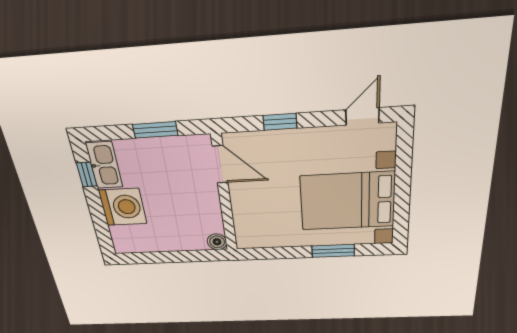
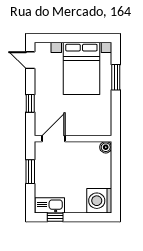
washing machine: (123, 207) -> (99, 201), moved, turned -90

